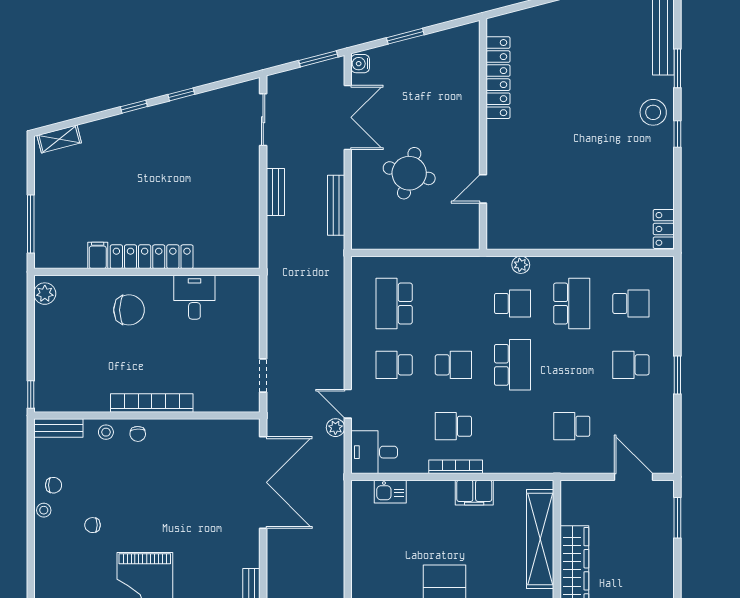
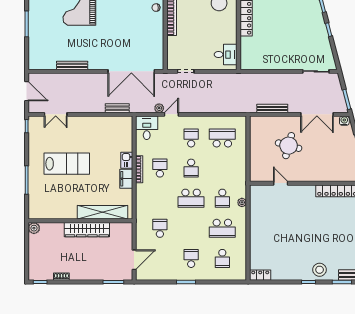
bench: (275, 192) -> (117, 108), moved
desk: (194, 297) -> (226, 55), moved
kitchen sink: (390, 492) -> (127, 160), moved

